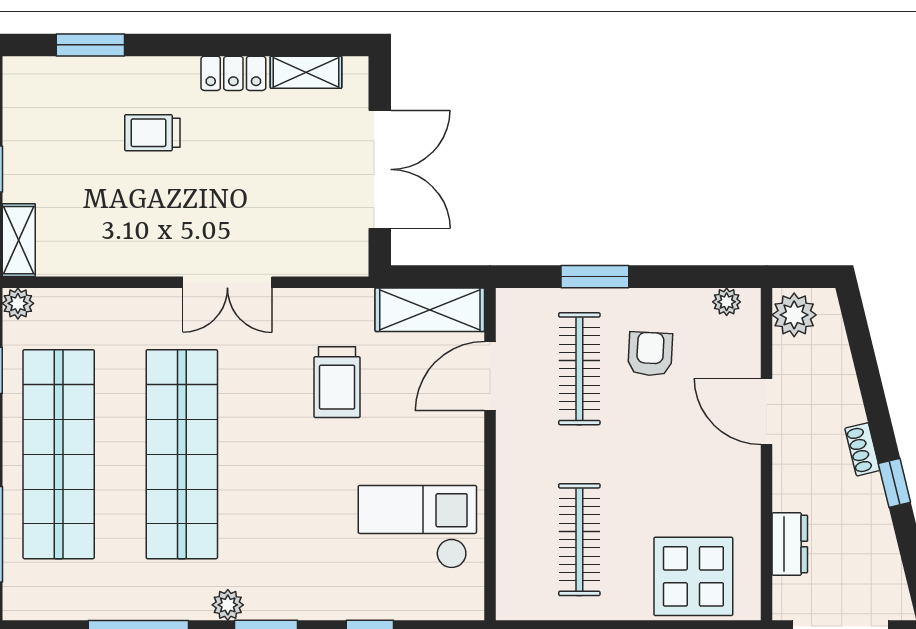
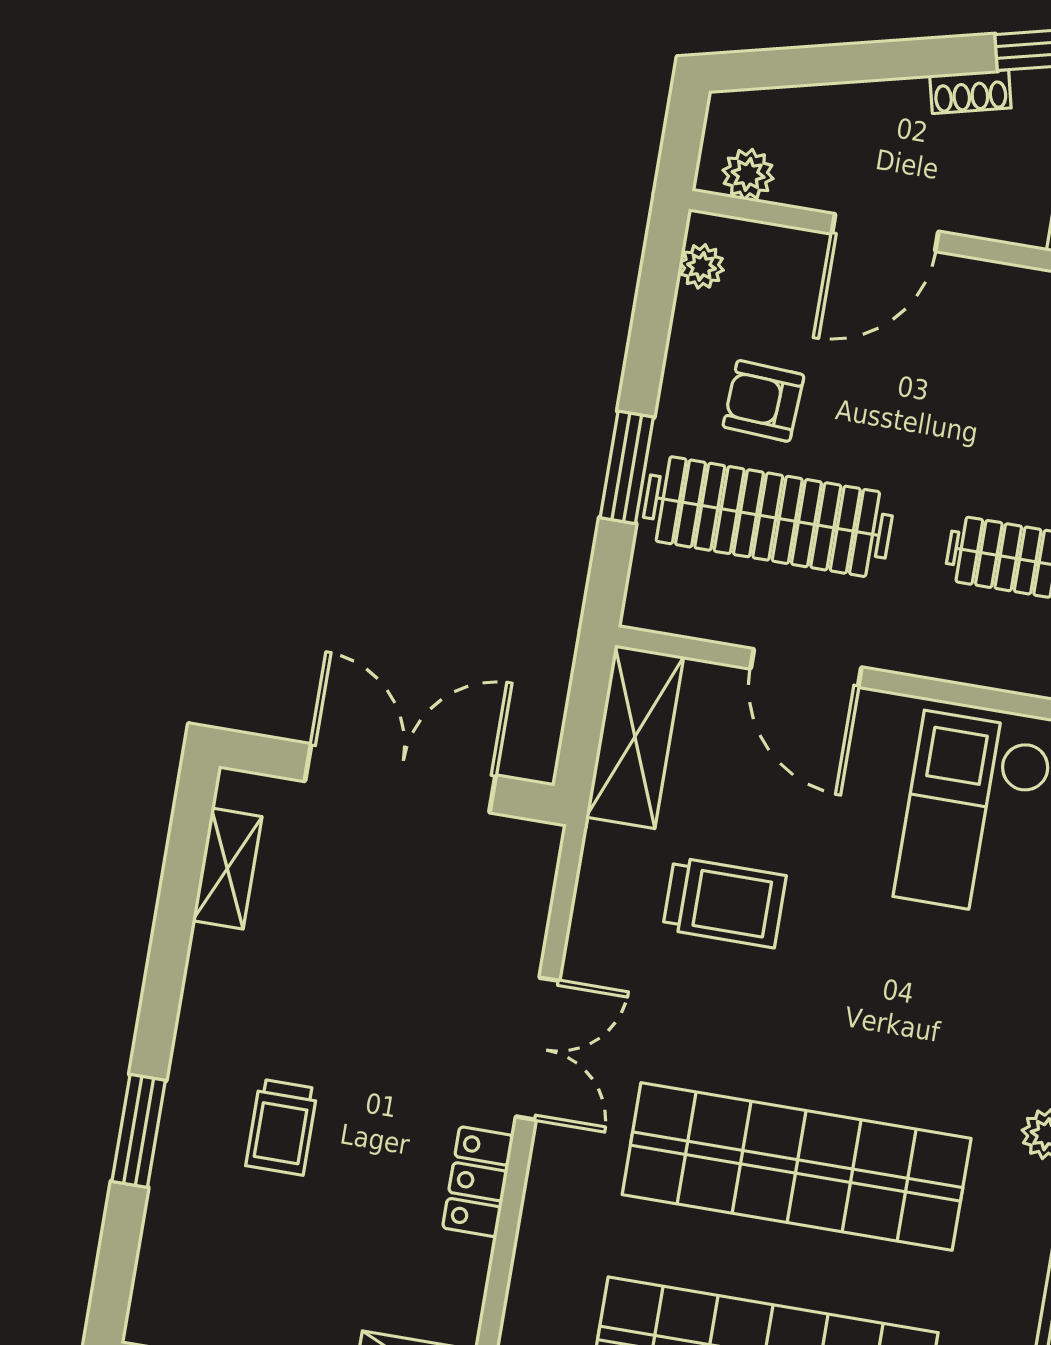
window: (90, 45) -> (139, 1131), moved
locker: (233, 73) -> (478, 1182), moved, turned 180
plant: (794, 315) -> (748, 174), width x0.73, depth x0.73
clothes rail: (579, 369) -> (768, 517), width x1.37, depth x1.31
door: (490, 376) -> (806, 668), moved

